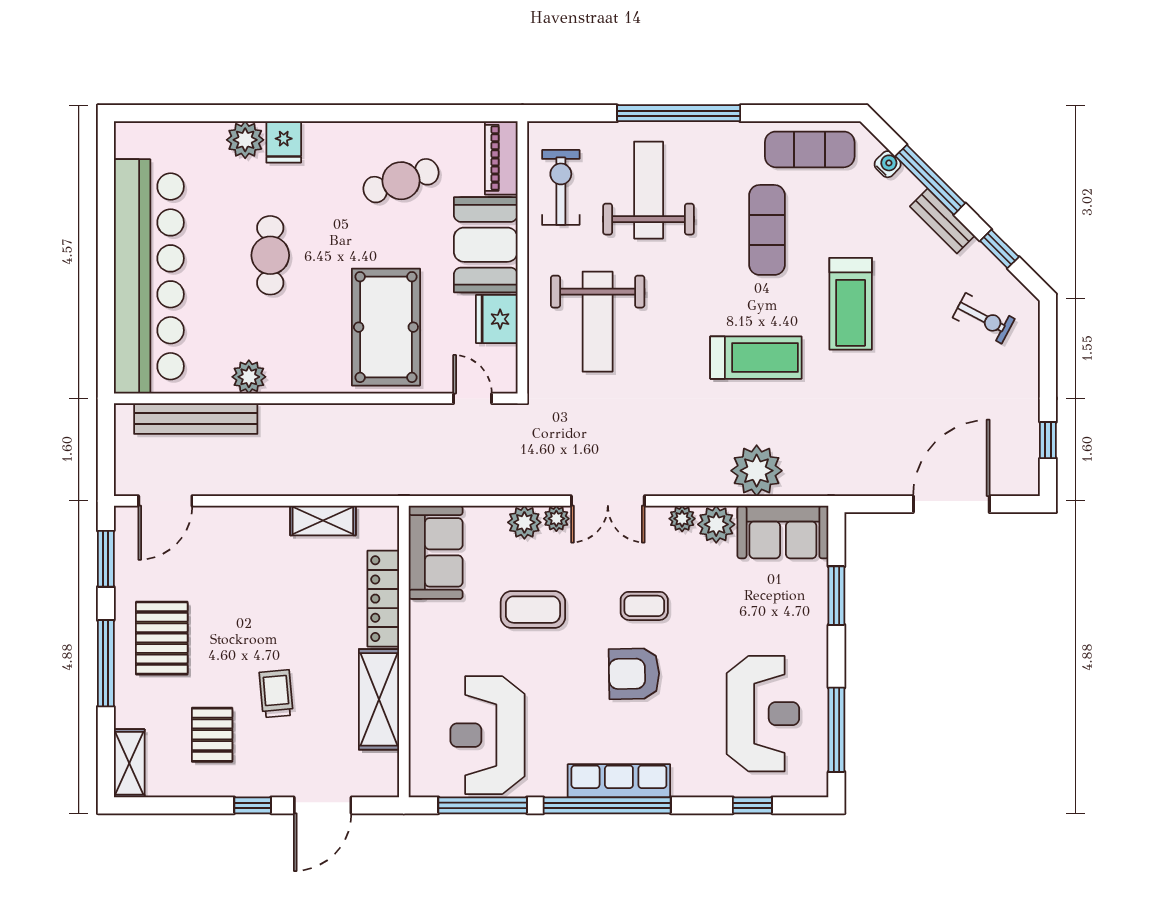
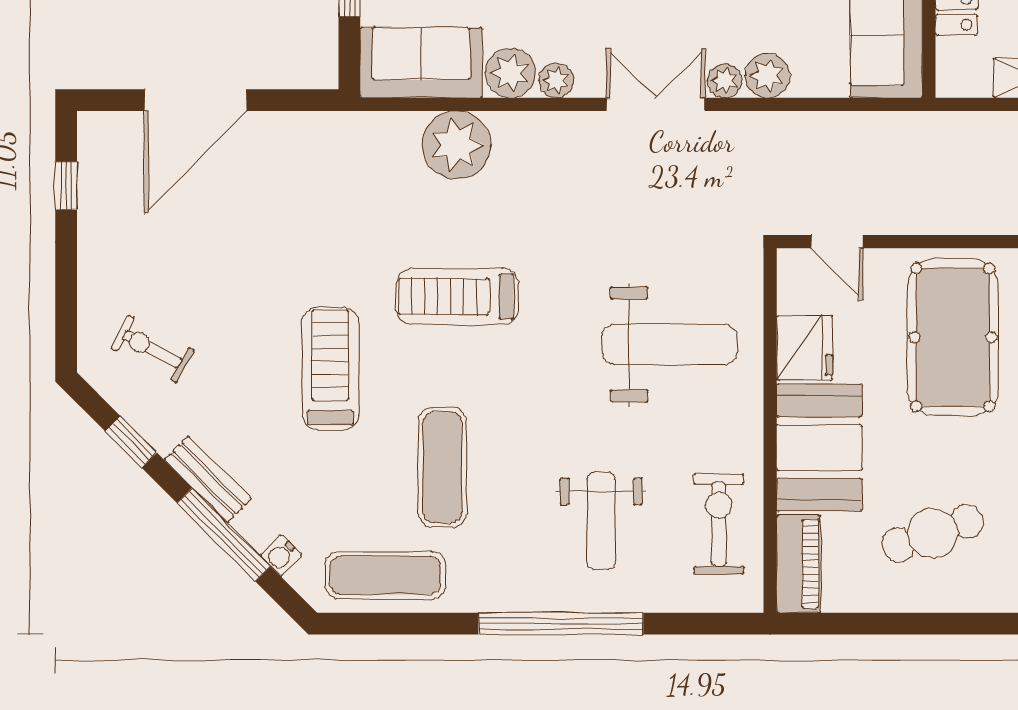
exercise bike: (561, 187) -> (719, 524), turned 180
weight bench: (649, 190) -> (601, 521), width x0.73, depth x0.75
weight bench: (598, 322) -> (669, 344), turned 90

